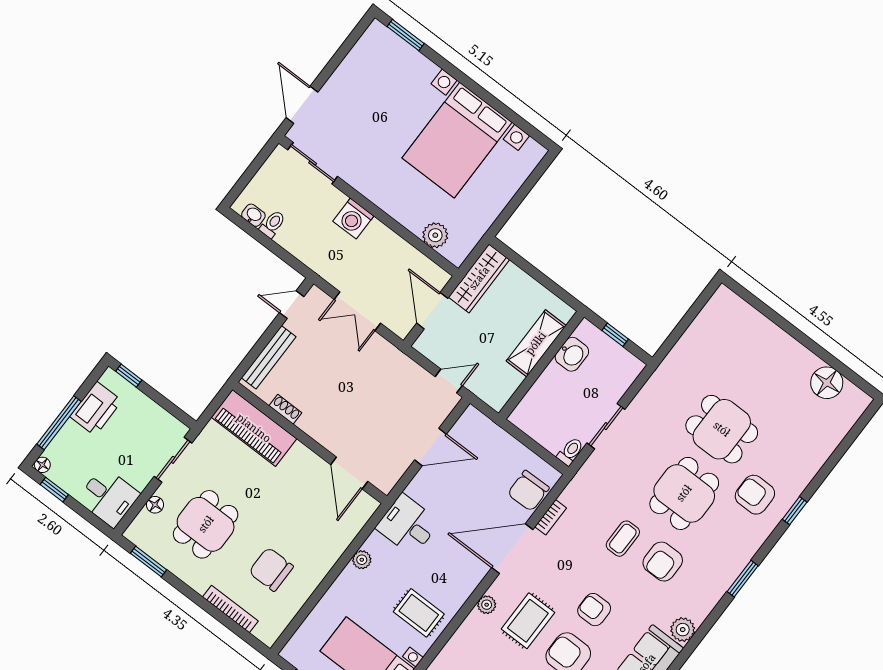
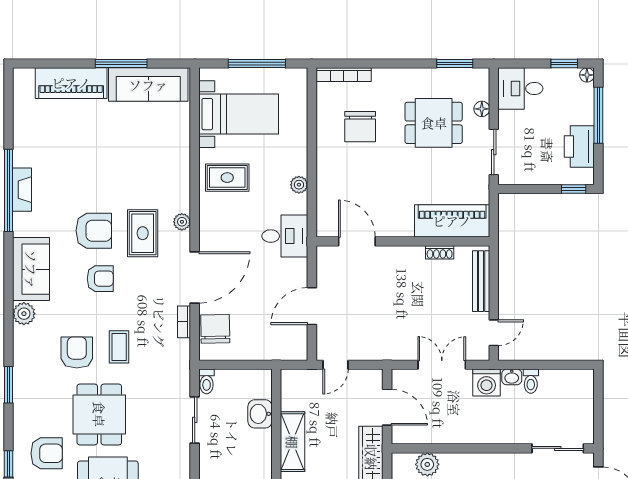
washbasin: (253, 215) -> (512, 377), moved
washing machine: (353, 219) -> (487, 383), moved, turned 180
toilet: (273, 224) -> (531, 381), moved
washbasin: (572, 354) -> (260, 414), moved
dining table: (206, 524) -> (434, 123), turned 90
chair: (271, 569) -> (360, 127), turned 90
bookcase: (230, 609) -> (344, 75), moved

